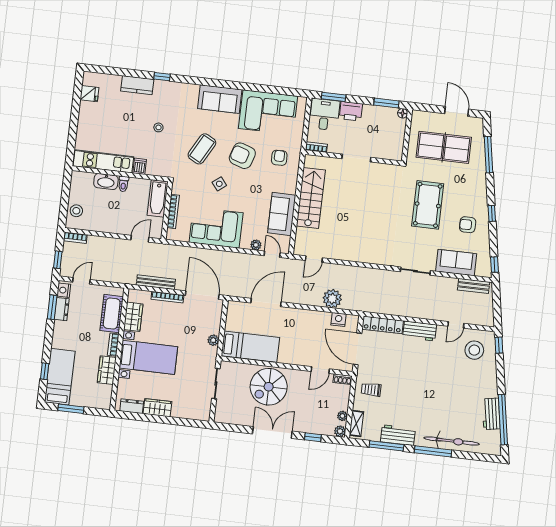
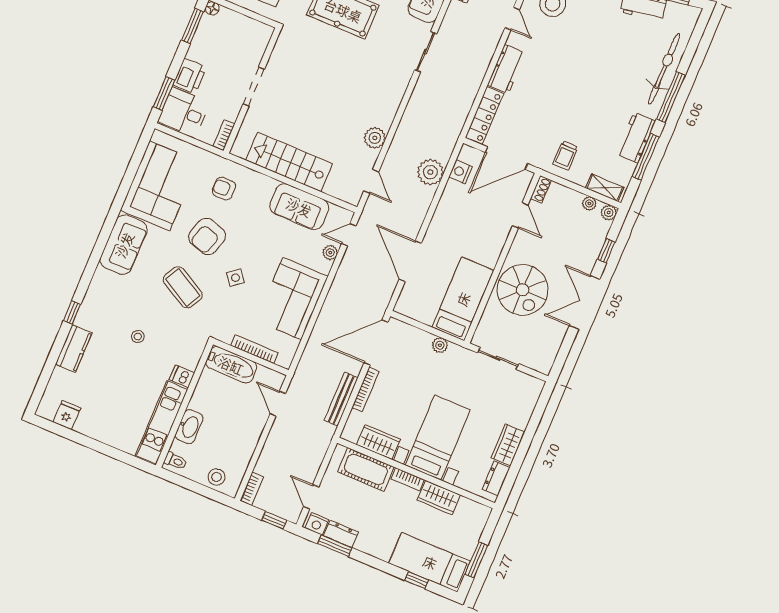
toilet: (123, 184) -> (175, 461), moved
plant: (345, 253) -> (375, 138), added

